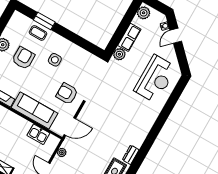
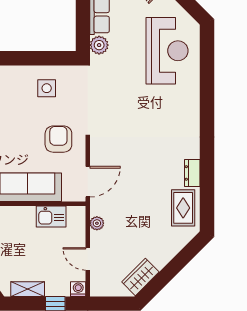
side table: (55, 60) -> (47, 88), moved
armchair: (67, 94) -> (58, 139), turned 90

